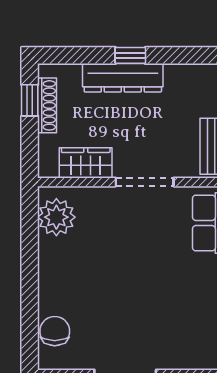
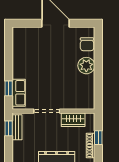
window: (30, 100) -> (98, 138), moved
plant: (56, 217) -> (86, 66), moved

